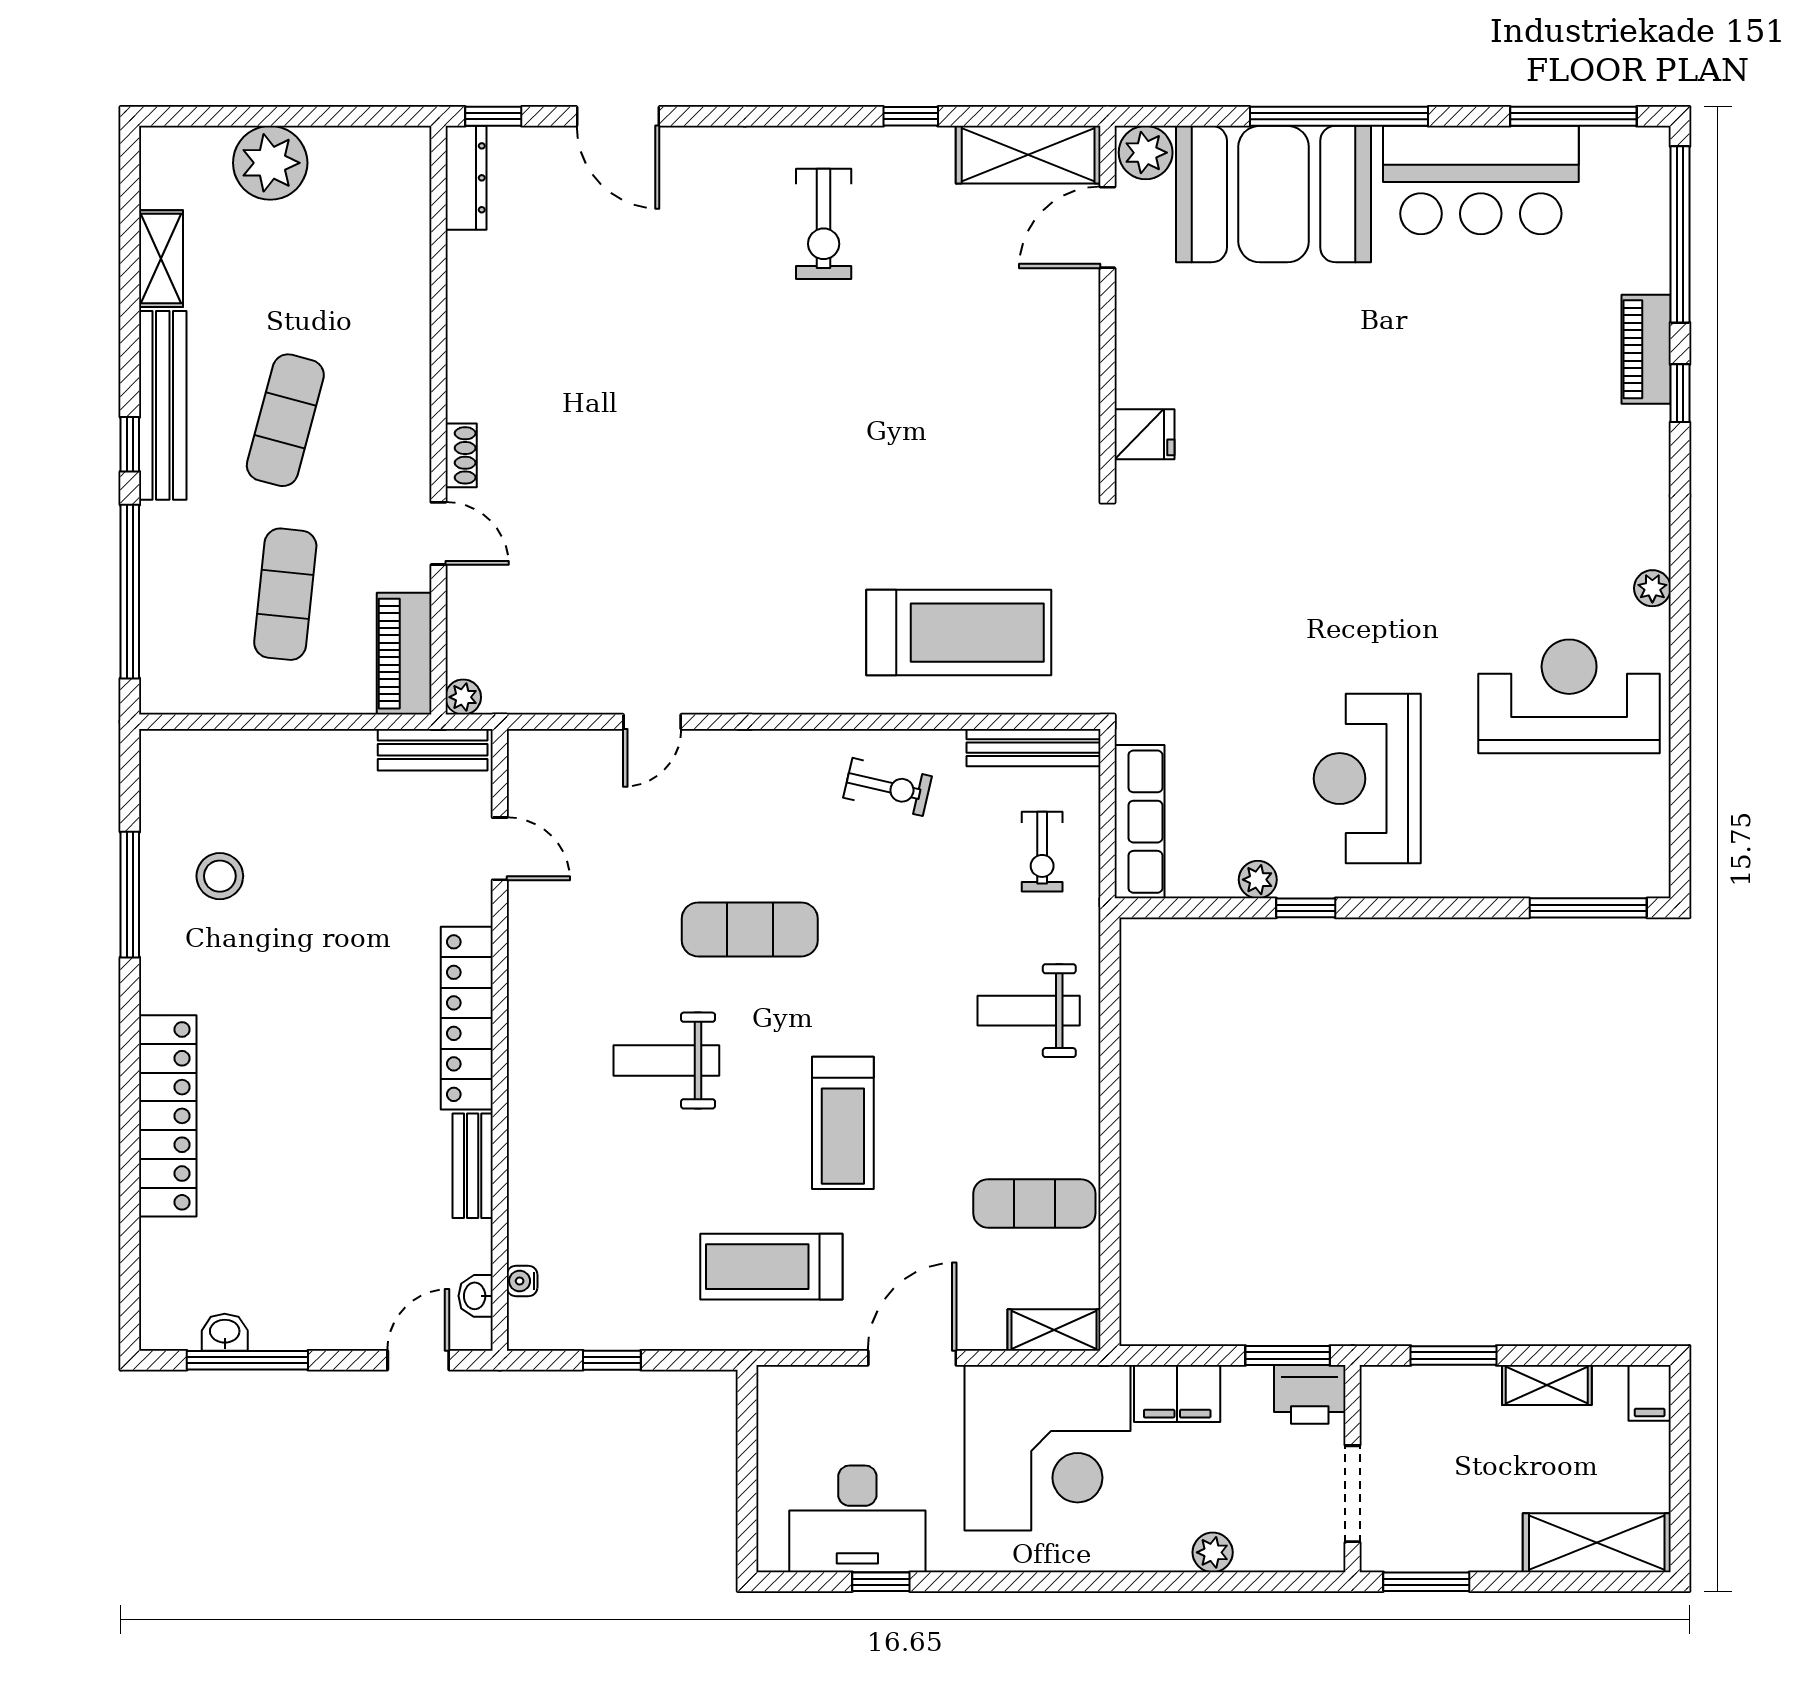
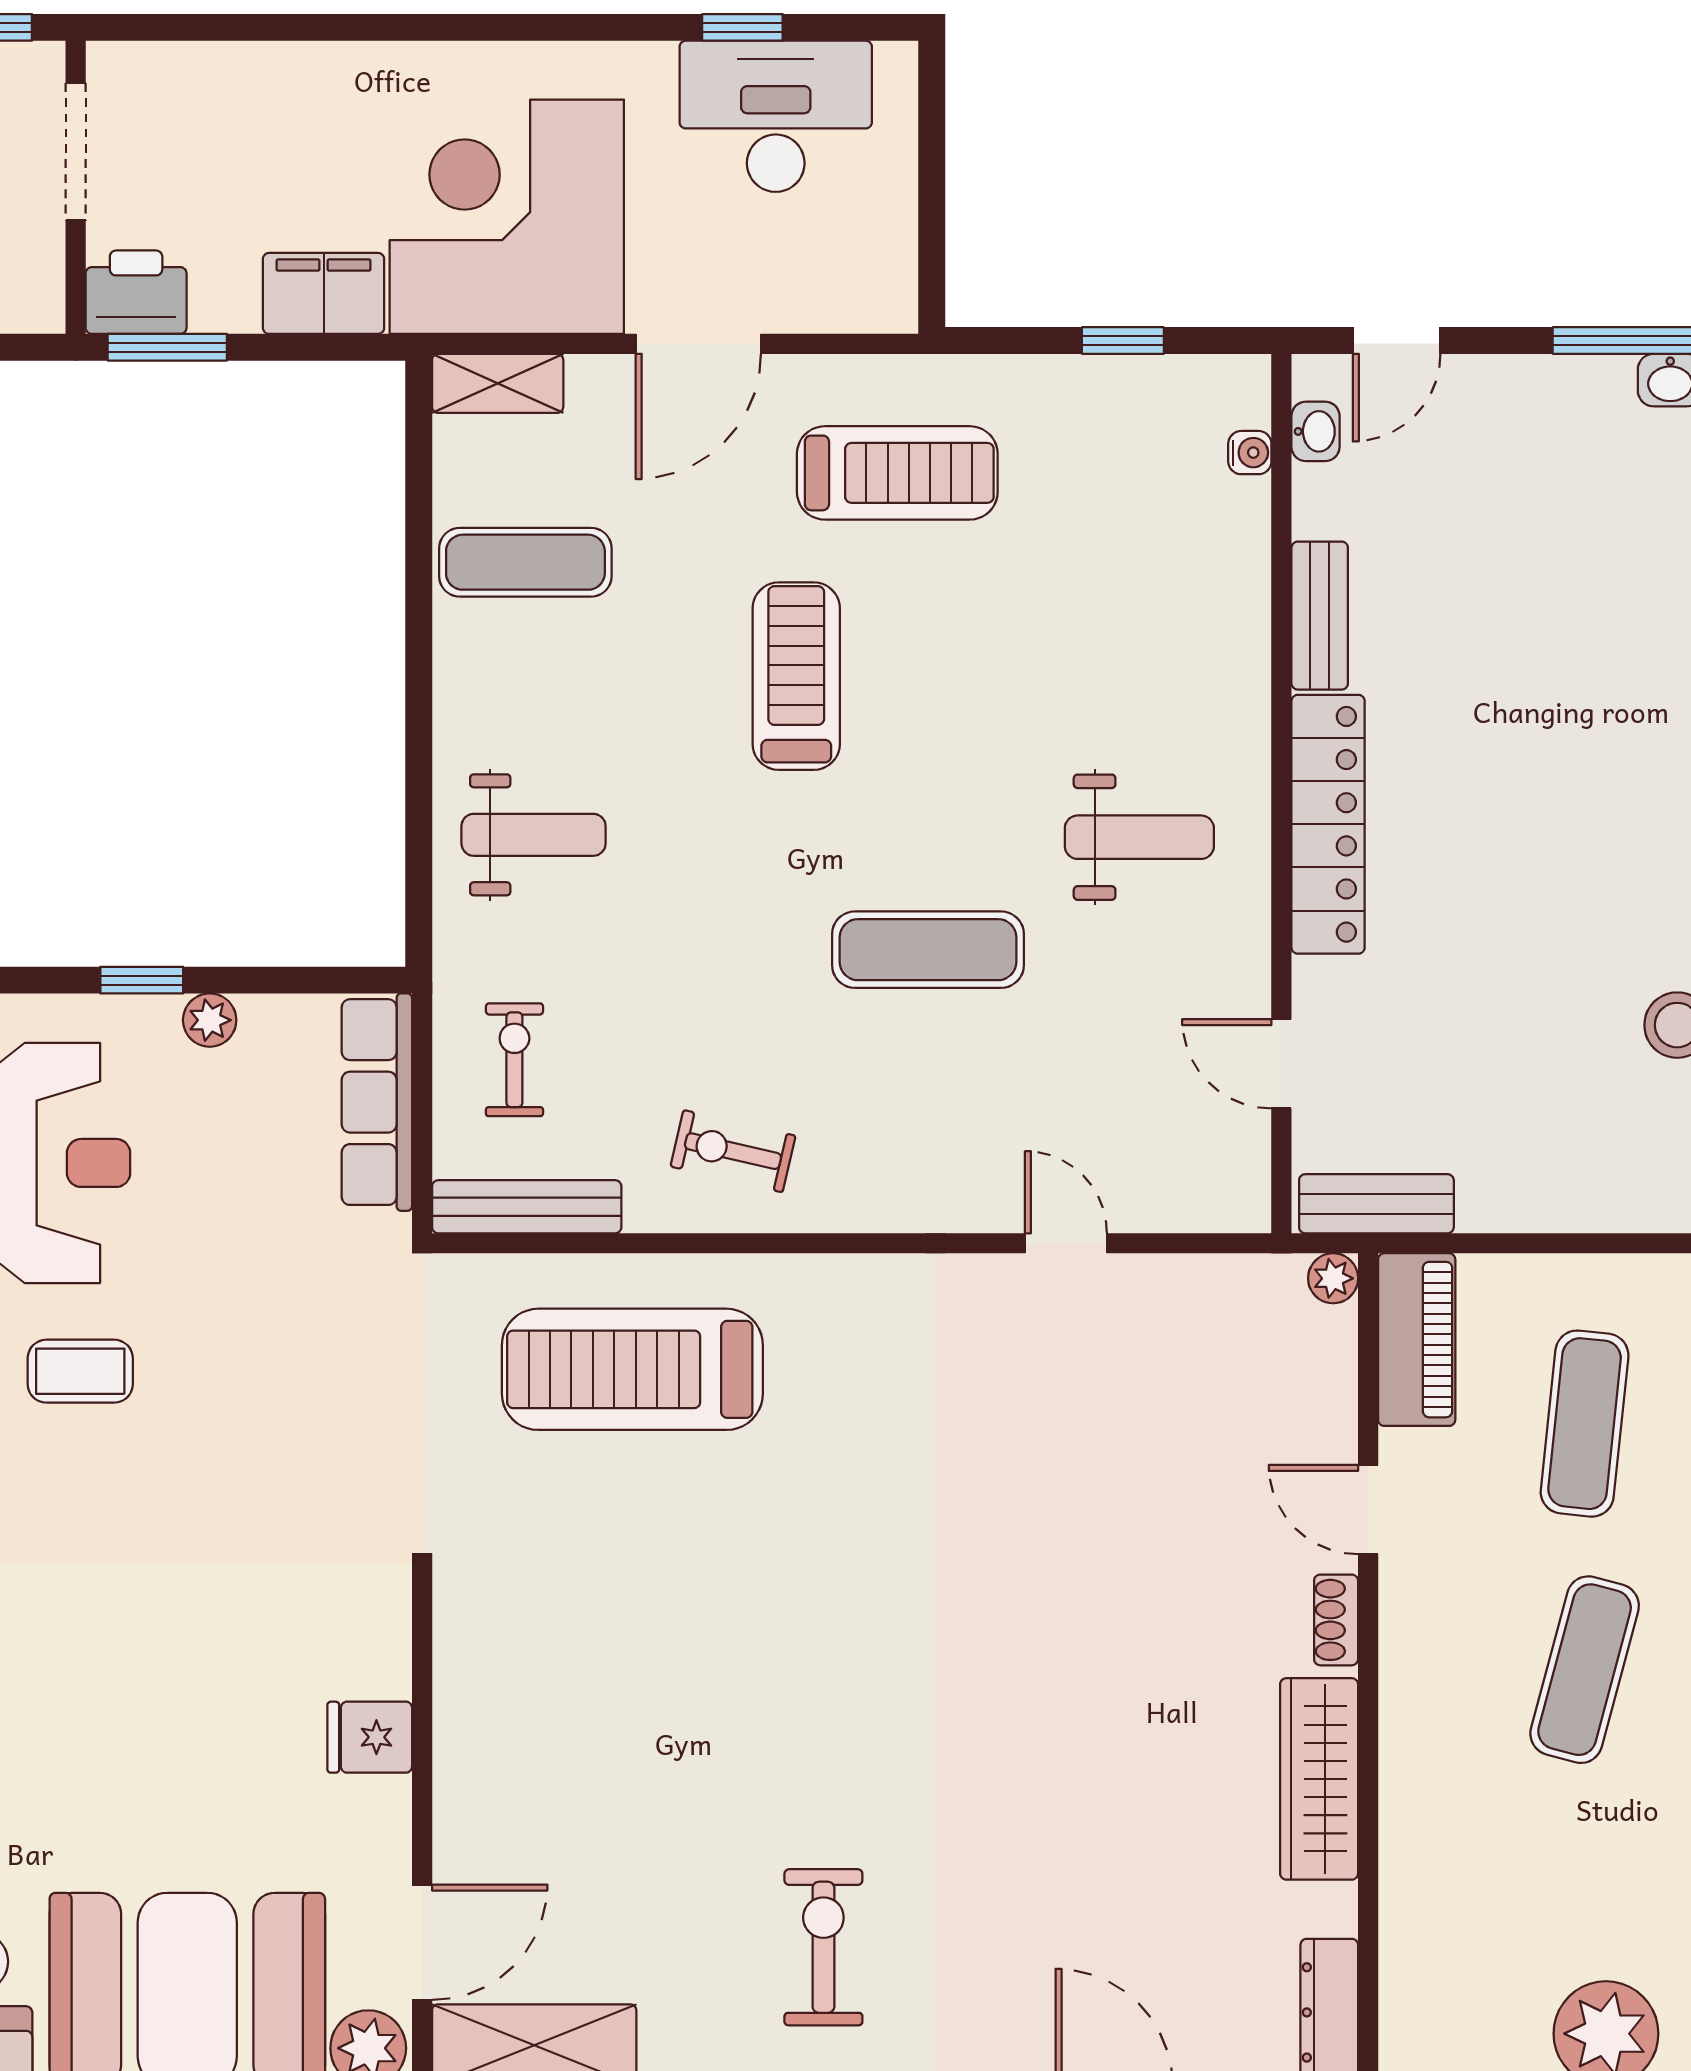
wardrobe: (473, 343) -> (1319, 1779), added
fridge: (1145, 434) -> (370, 1737), moved
coffee table: (1349, 631) -> (80, 1371), added
door: (652, 722) -> (1066, 1243), hinge flipped
weight bench: (666, 1061) -> (1139, 837), moved
plant: (1213, 1552) -> (273, 69), removed

